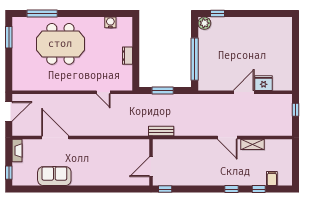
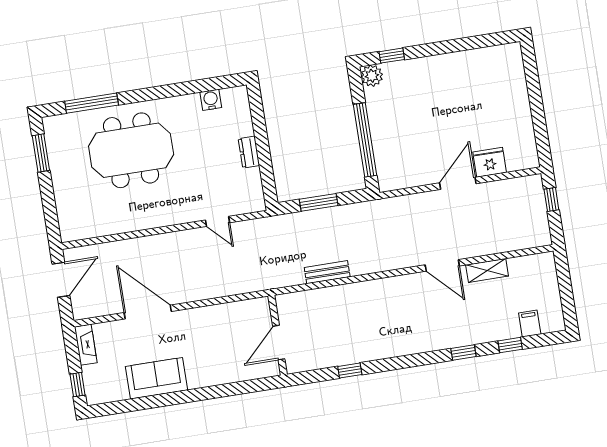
wall: (151, 162) -> (278, 335), moved
door: (151, 167) -> (279, 343), moved

